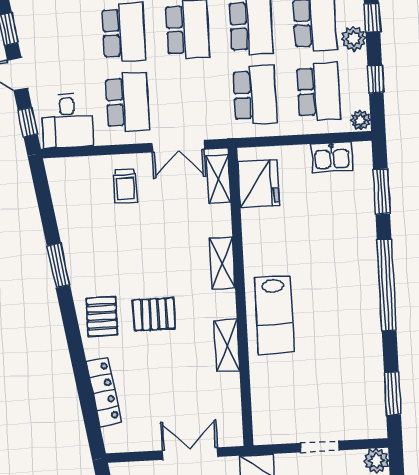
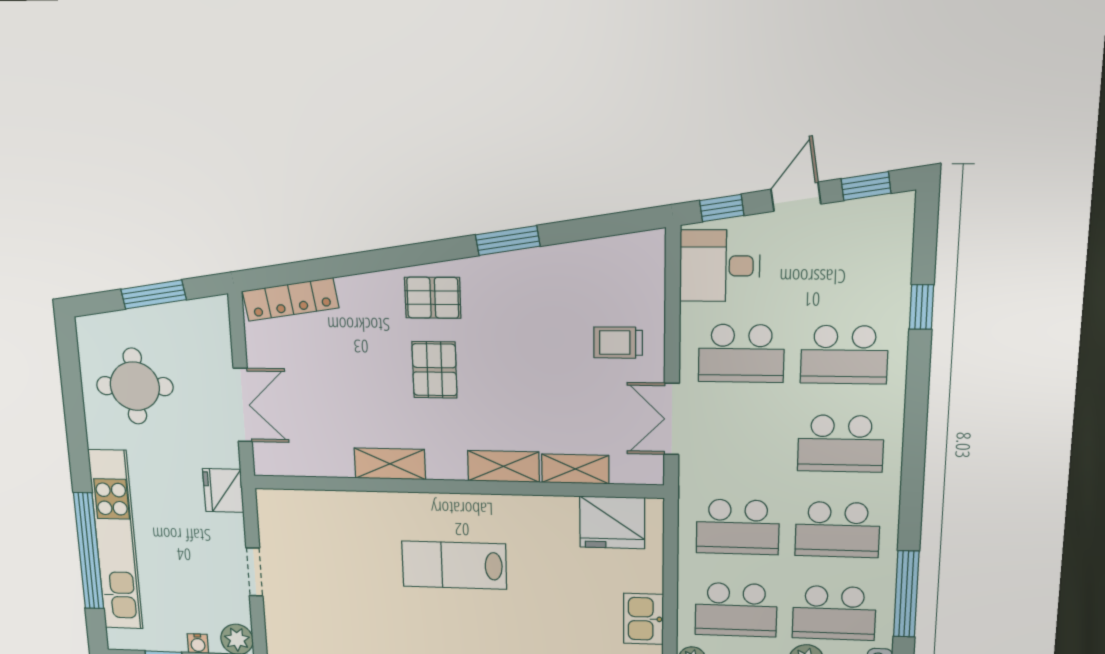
shelving: (219, 179) -> (575, 469), moved
lab bench: (274, 315) -> (454, 565), moved
locker: (104, 392) -> (291, 299), moved

